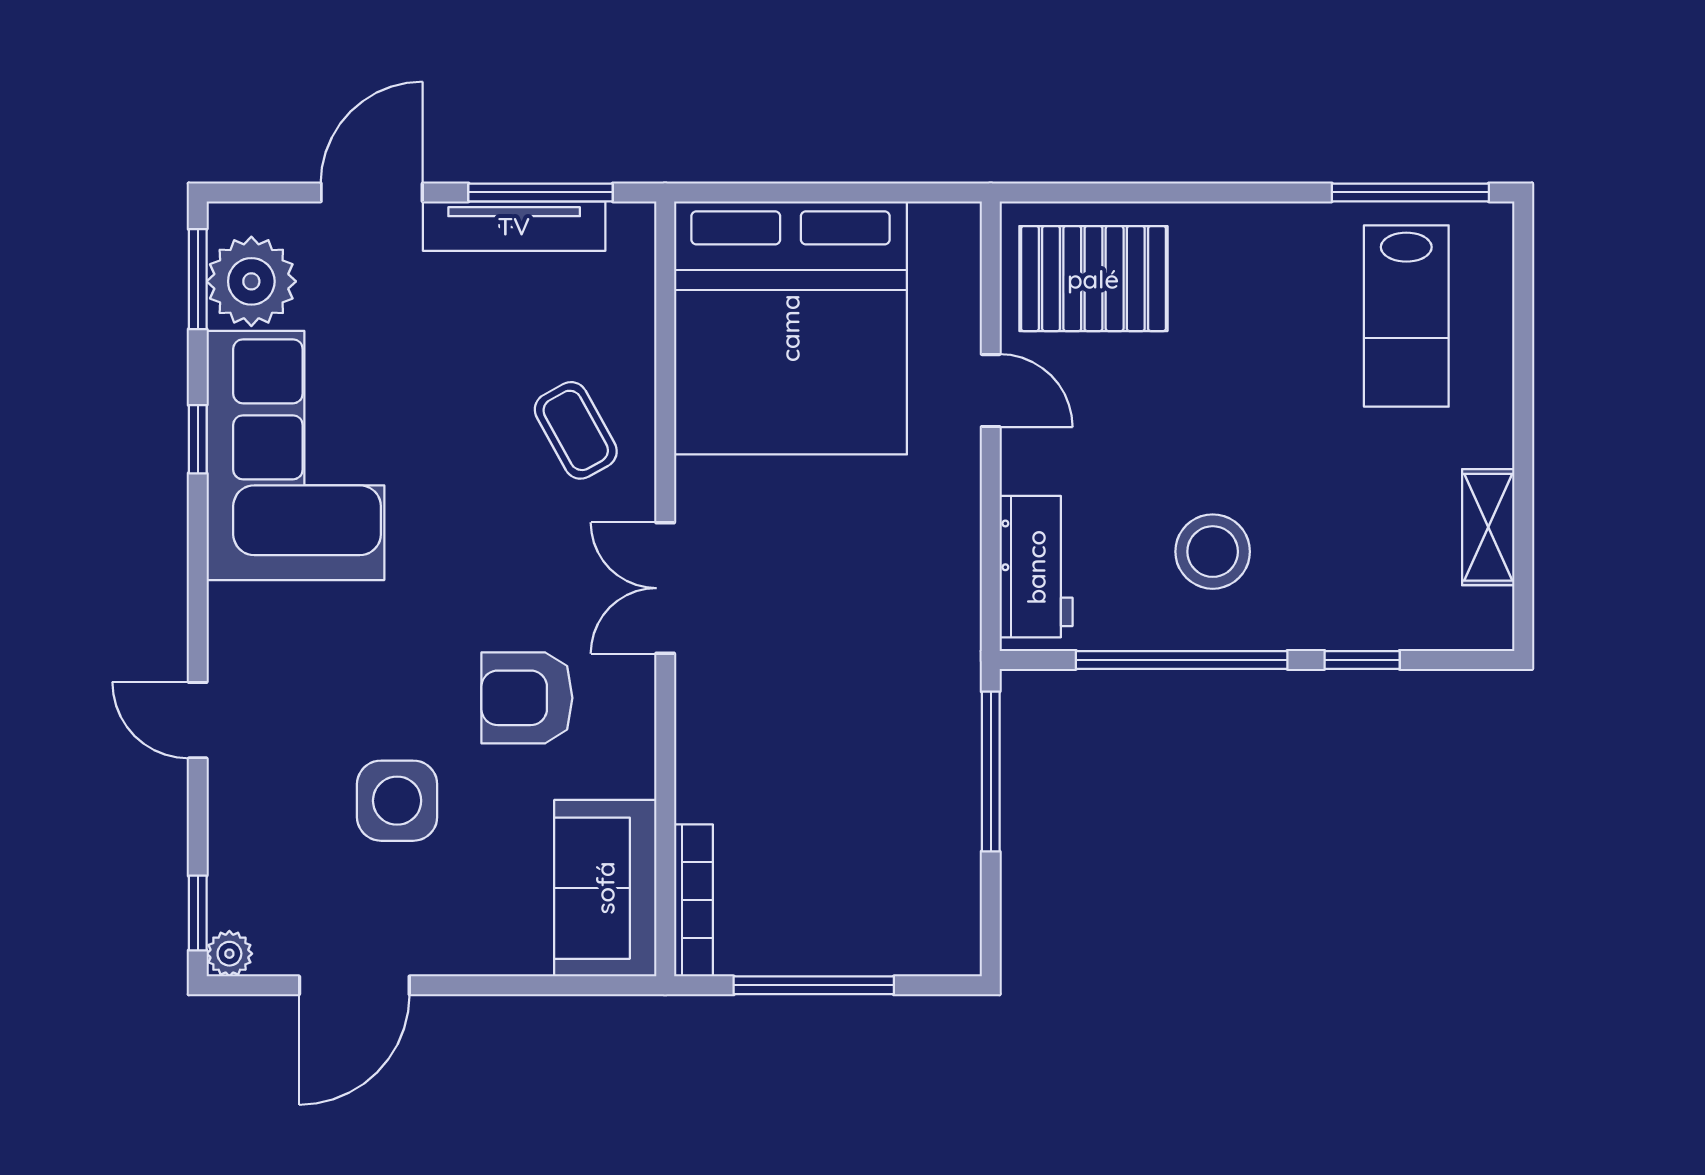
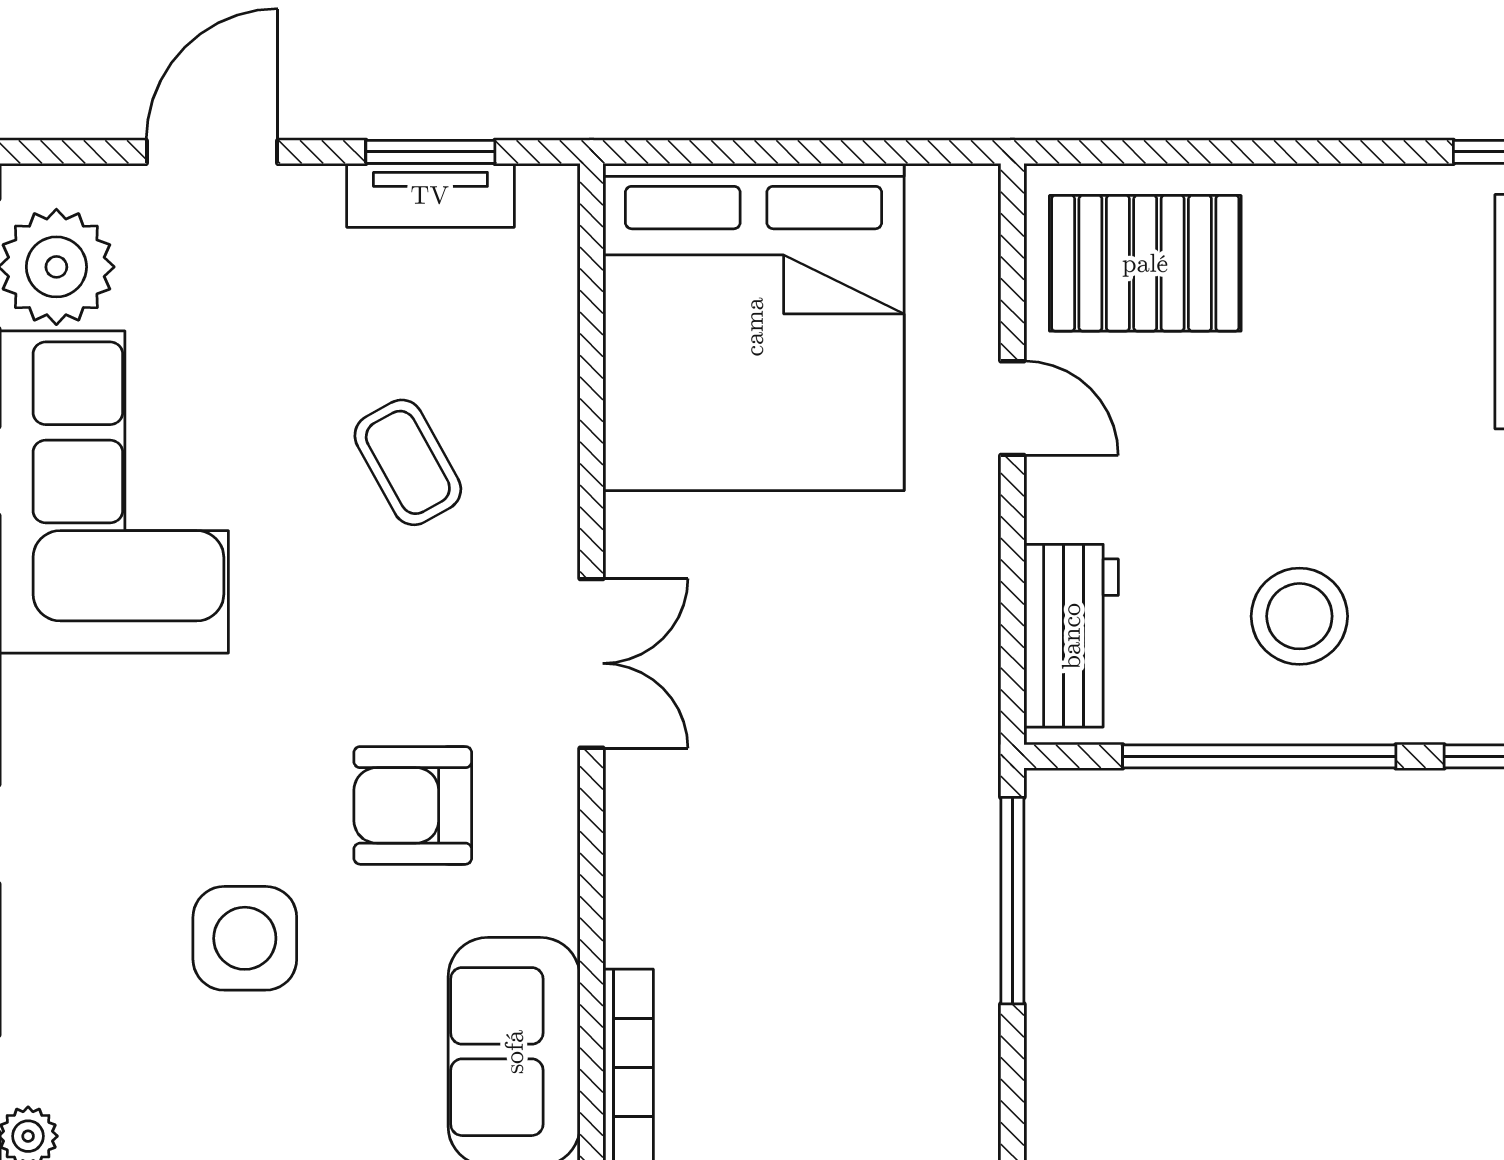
window: (541, 192) -> (430, 152), width x0.69
tv unit: (514, 226) -> (430, 195), width x0.71
coffee table: (576, 430) -> (408, 462), moved
double door: (665, 588) -> (592, 663), swing flipped

